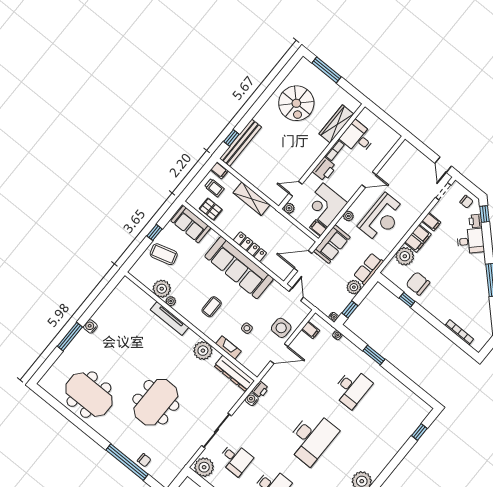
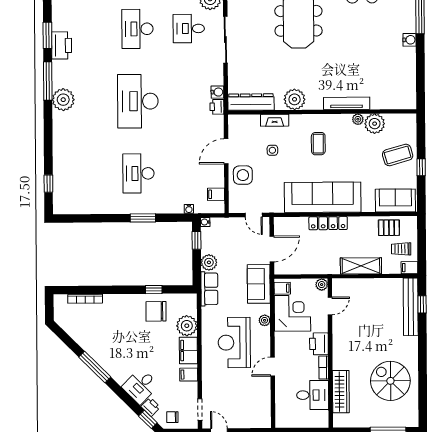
chair: (418, 283) -> (156, 311), turned 180

